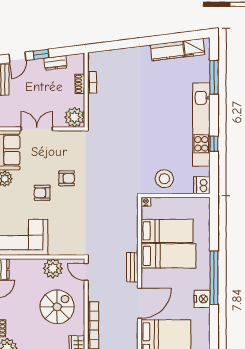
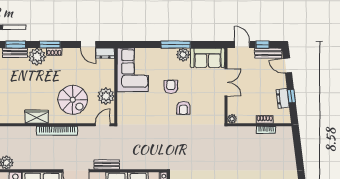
window: (41, 54) -> (291, 96), moved
plant: (75, 117) -> (232, 119), width x0.53, depth x0.53

